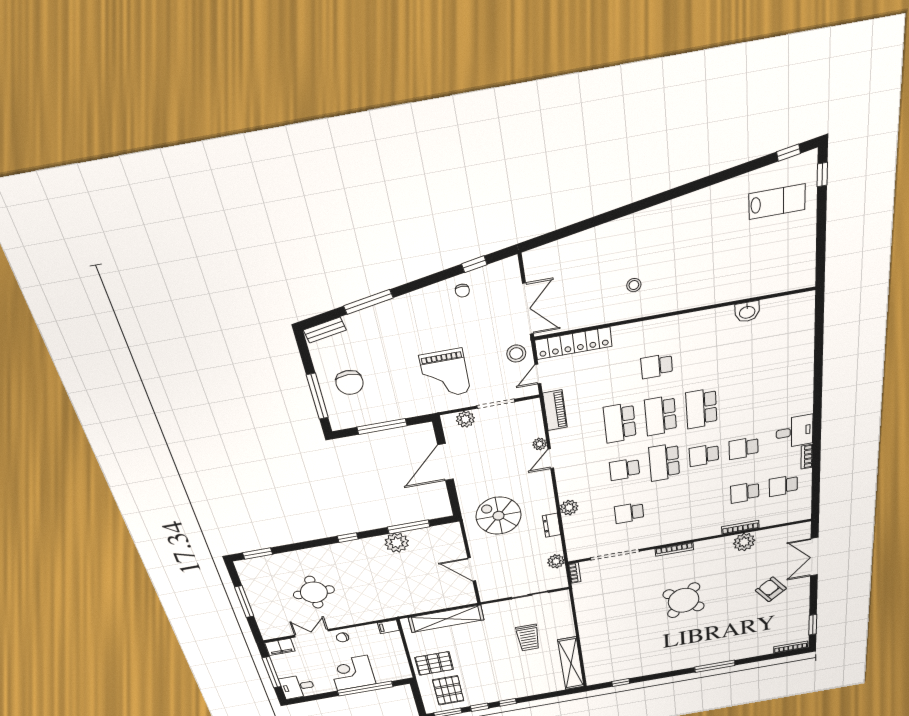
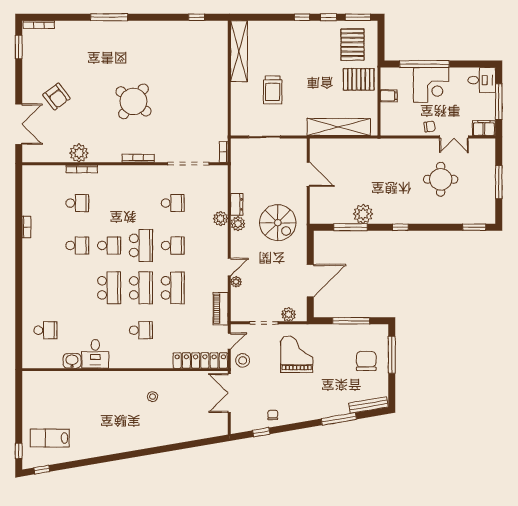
bench: (325, 330) -> (368, 405), width x1.36
desk: (795, 432) -> (95, 354), moved, turned -90
school desk: (783, 486) -> (45, 330), moved
plant: (556, 561) -> (238, 224), moved
filing cabinet: (388, 627) -> (389, 96), moved
trolley: (528, 638) -> (273, 90), turned 180

